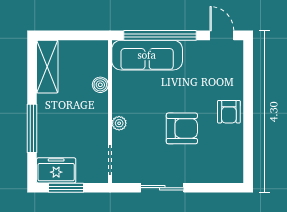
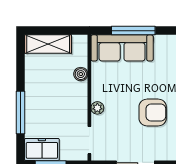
window: (160, 35) -> (133, 31), width x0.68
shelving: (47, 67) -> (48, 44), moved, turned 90

